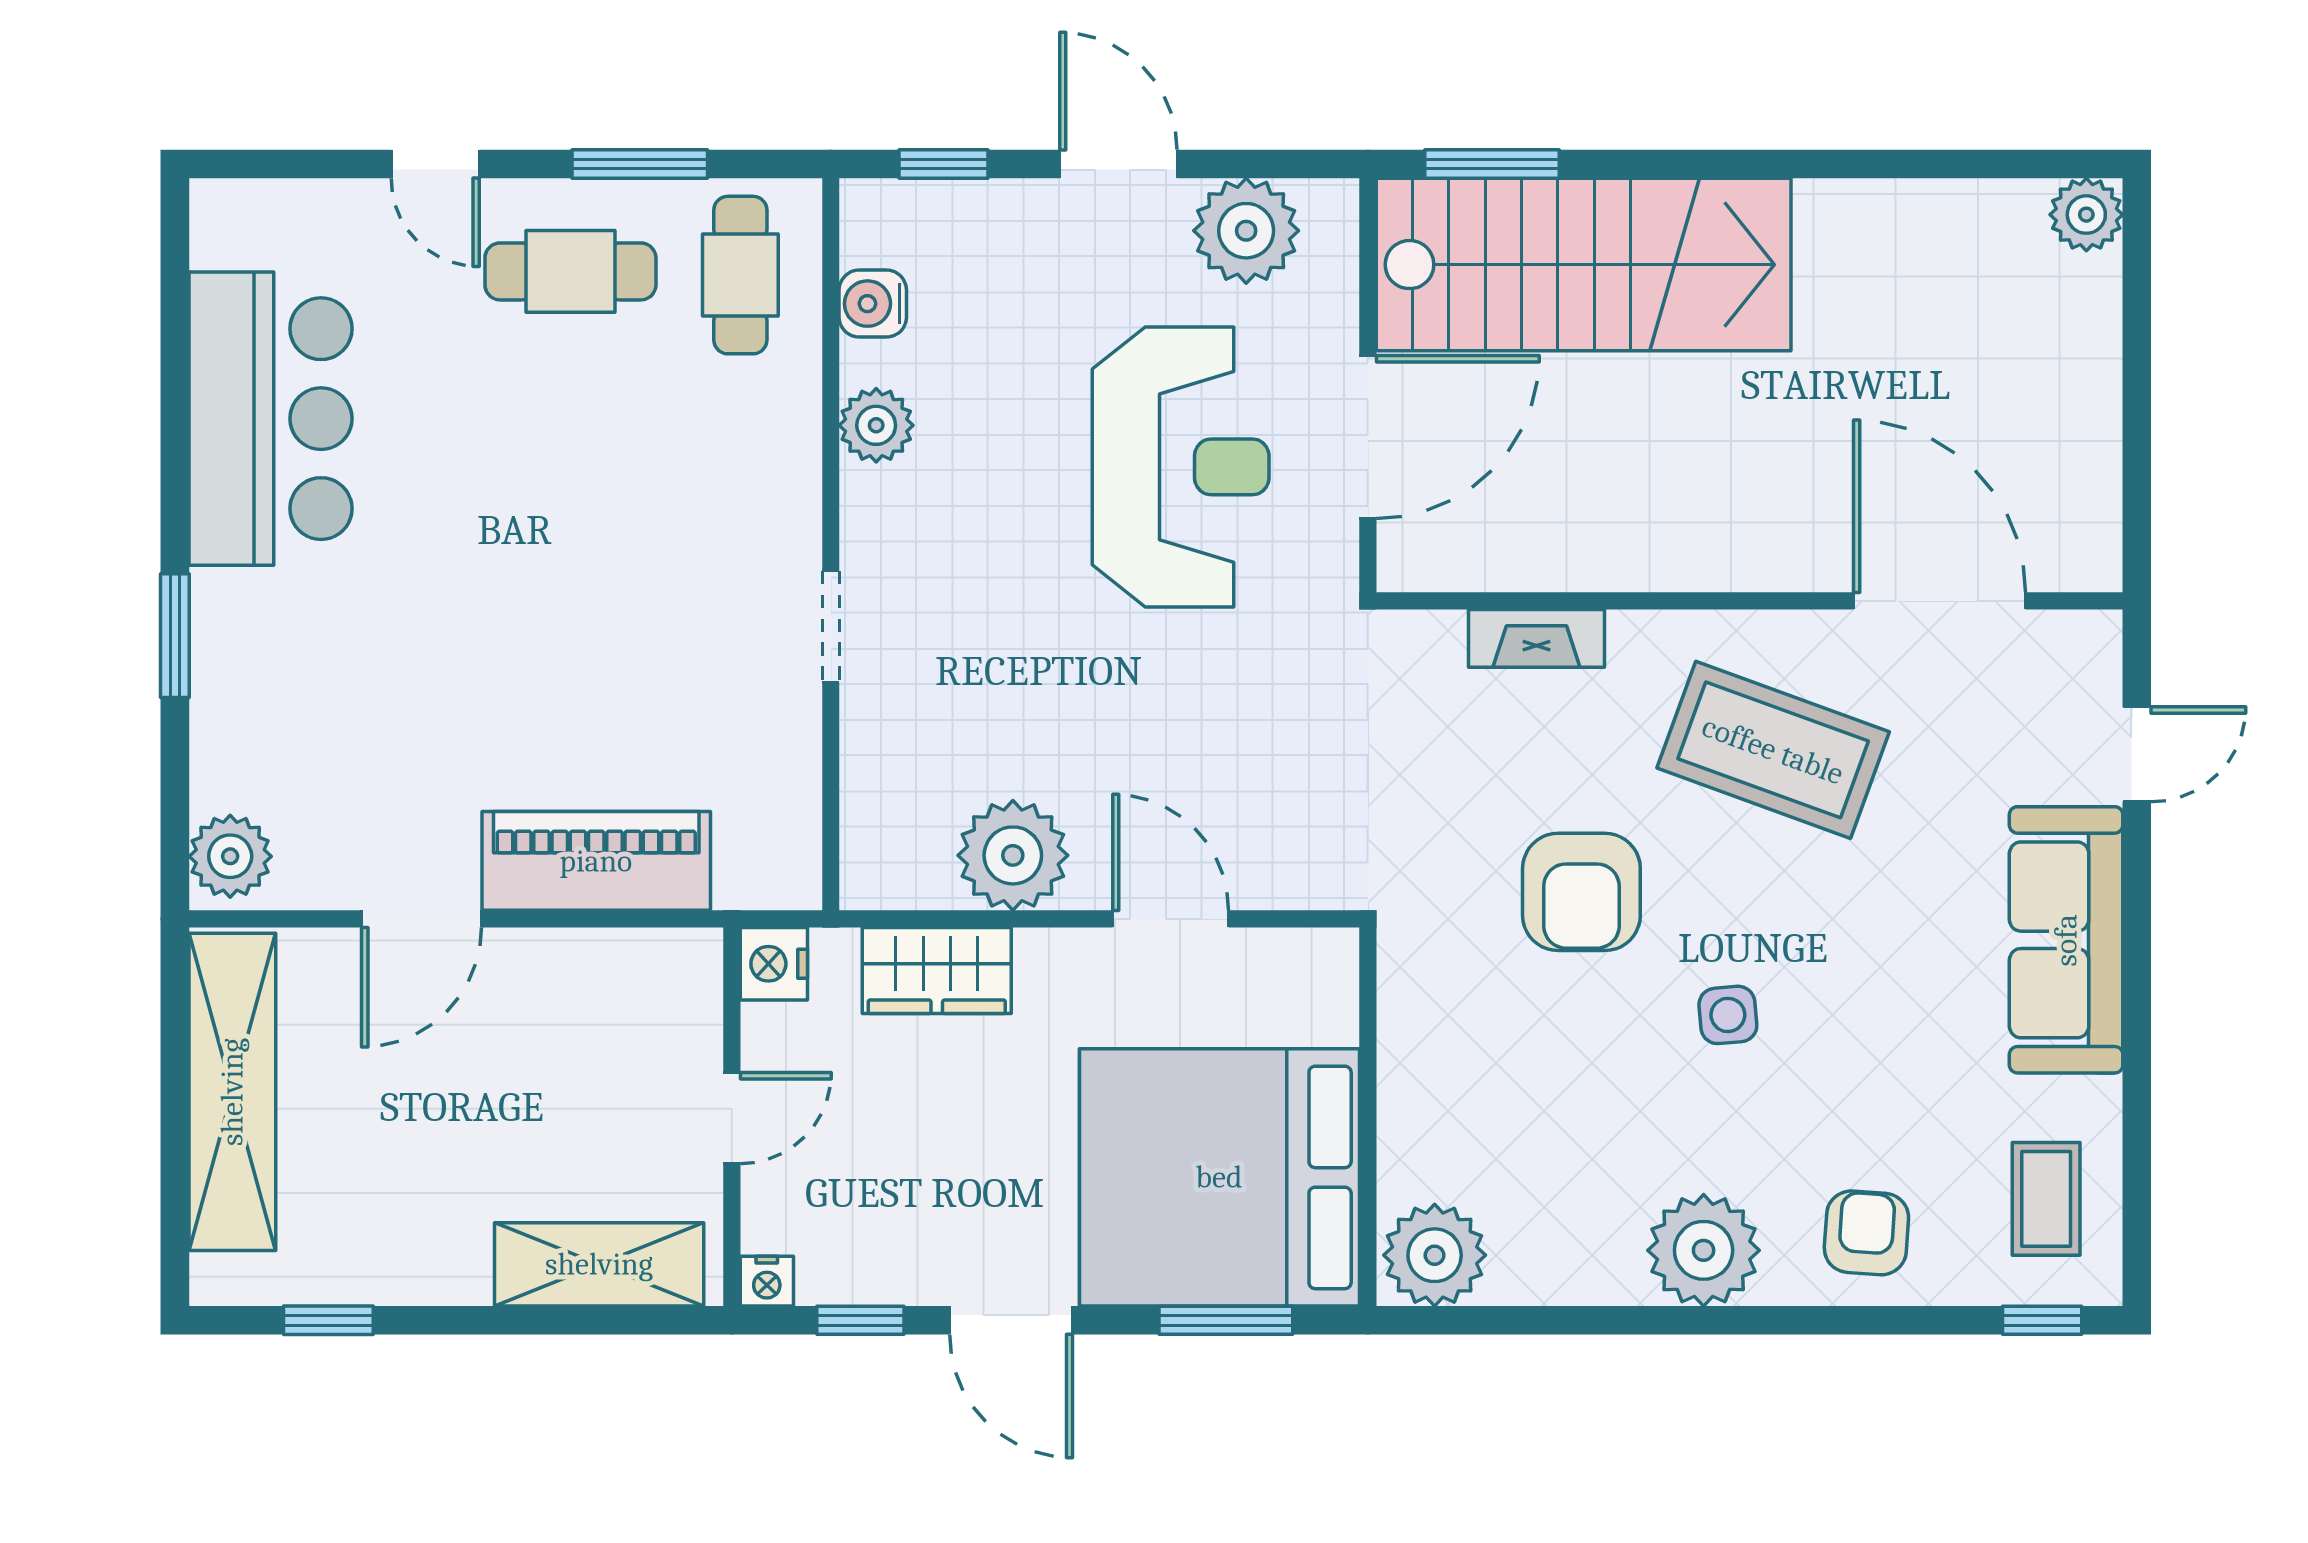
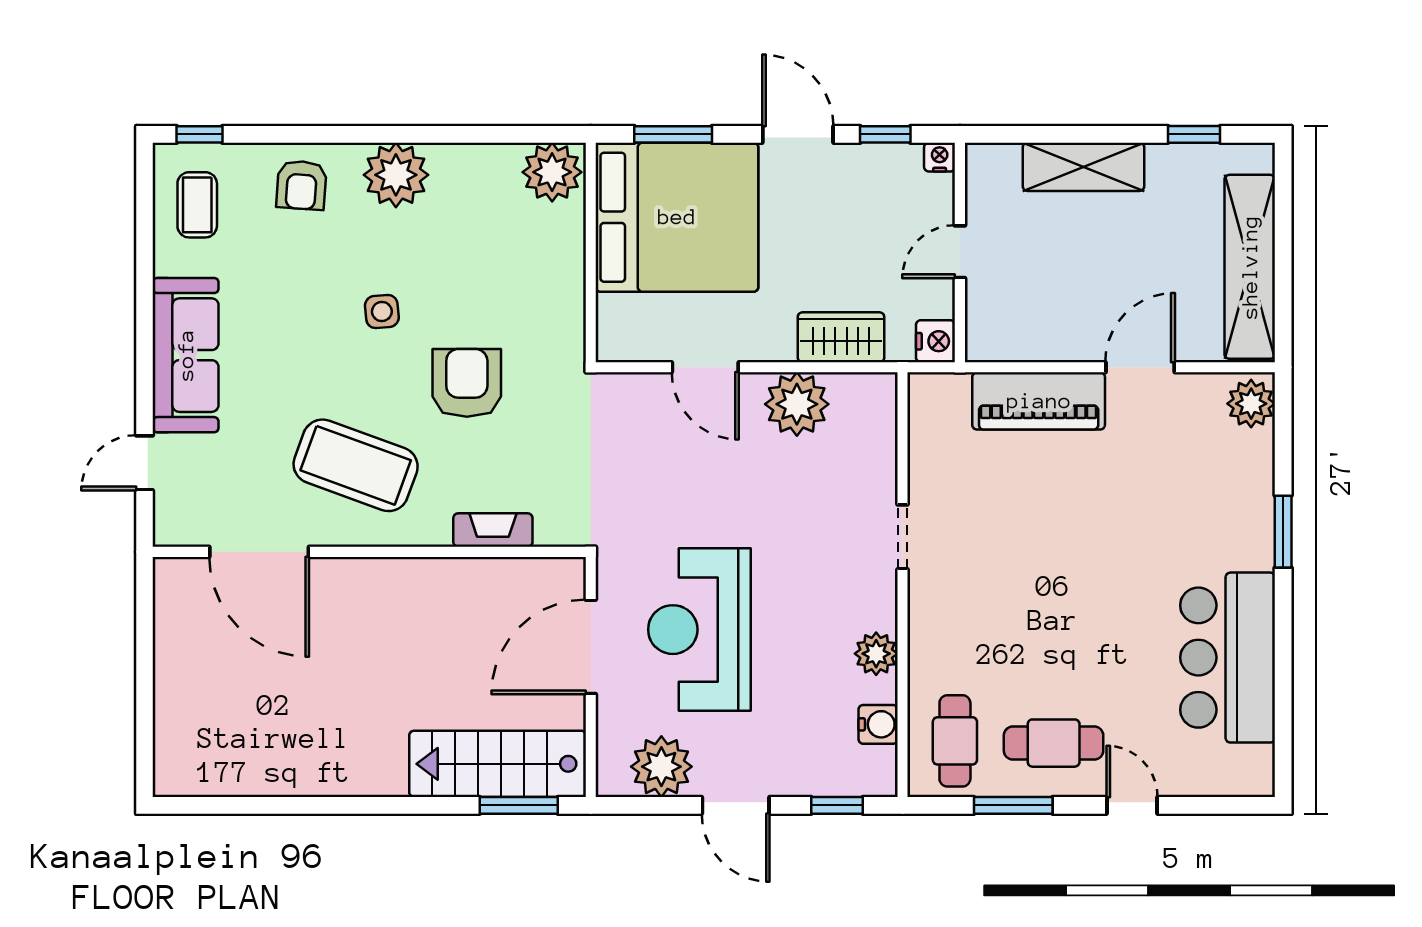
plant: (2086, 215) -> (174, 776), removed
stairs: (1584, 265) -> (498, 764), width x0.73, depth x0.66
shelving: (599, 1264) -> (1083, 167), moved

